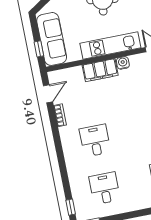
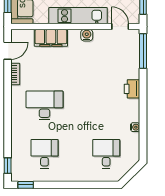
filing cabinet: (100, 70) -> (51, 38), moved
desk: (95, 141) -> (44, 105), width x1.37

